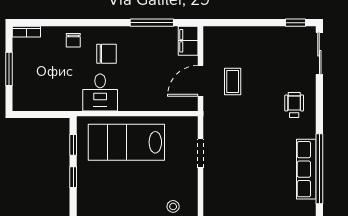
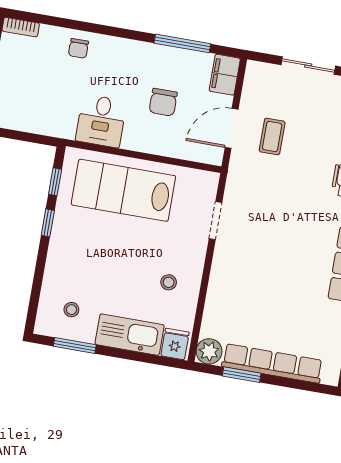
sliding door: (251, 23) -> (308, 65), added
chair: (107, 54) -> (163, 102), moved, turned 90

